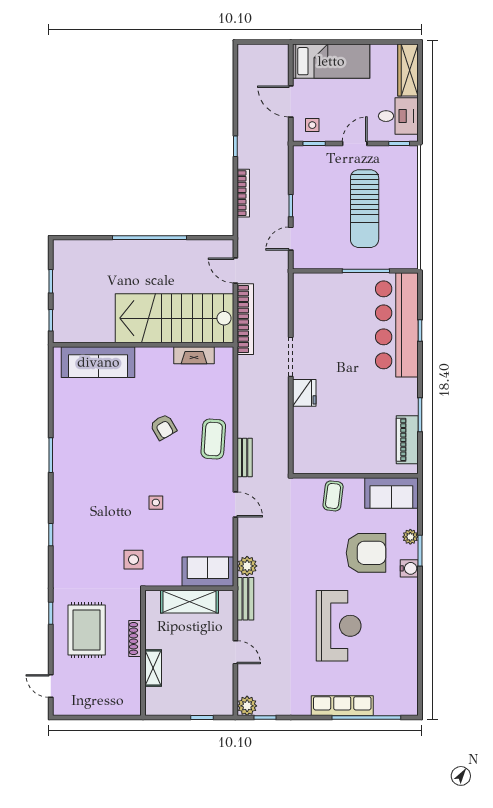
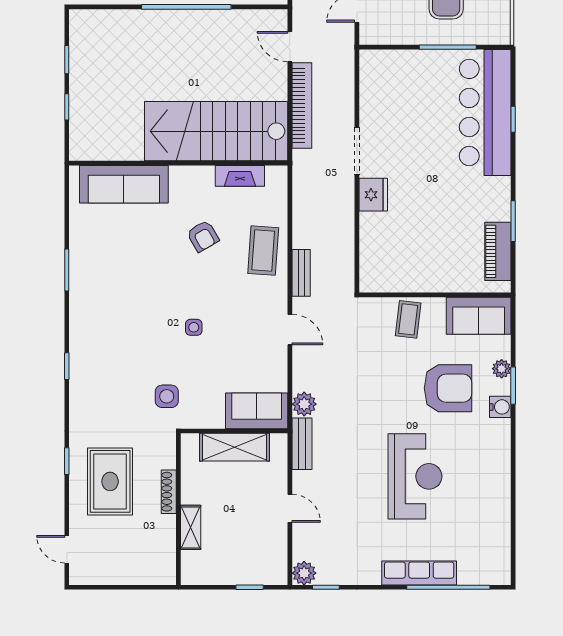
stairs: (174, 318) -> (216, 131), moved
wall: (143, 345) -> (178, 163), moved
fireplace: (194, 355) -> (240, 176), moved
sofa: (98, 362) -> (124, 184), moved

